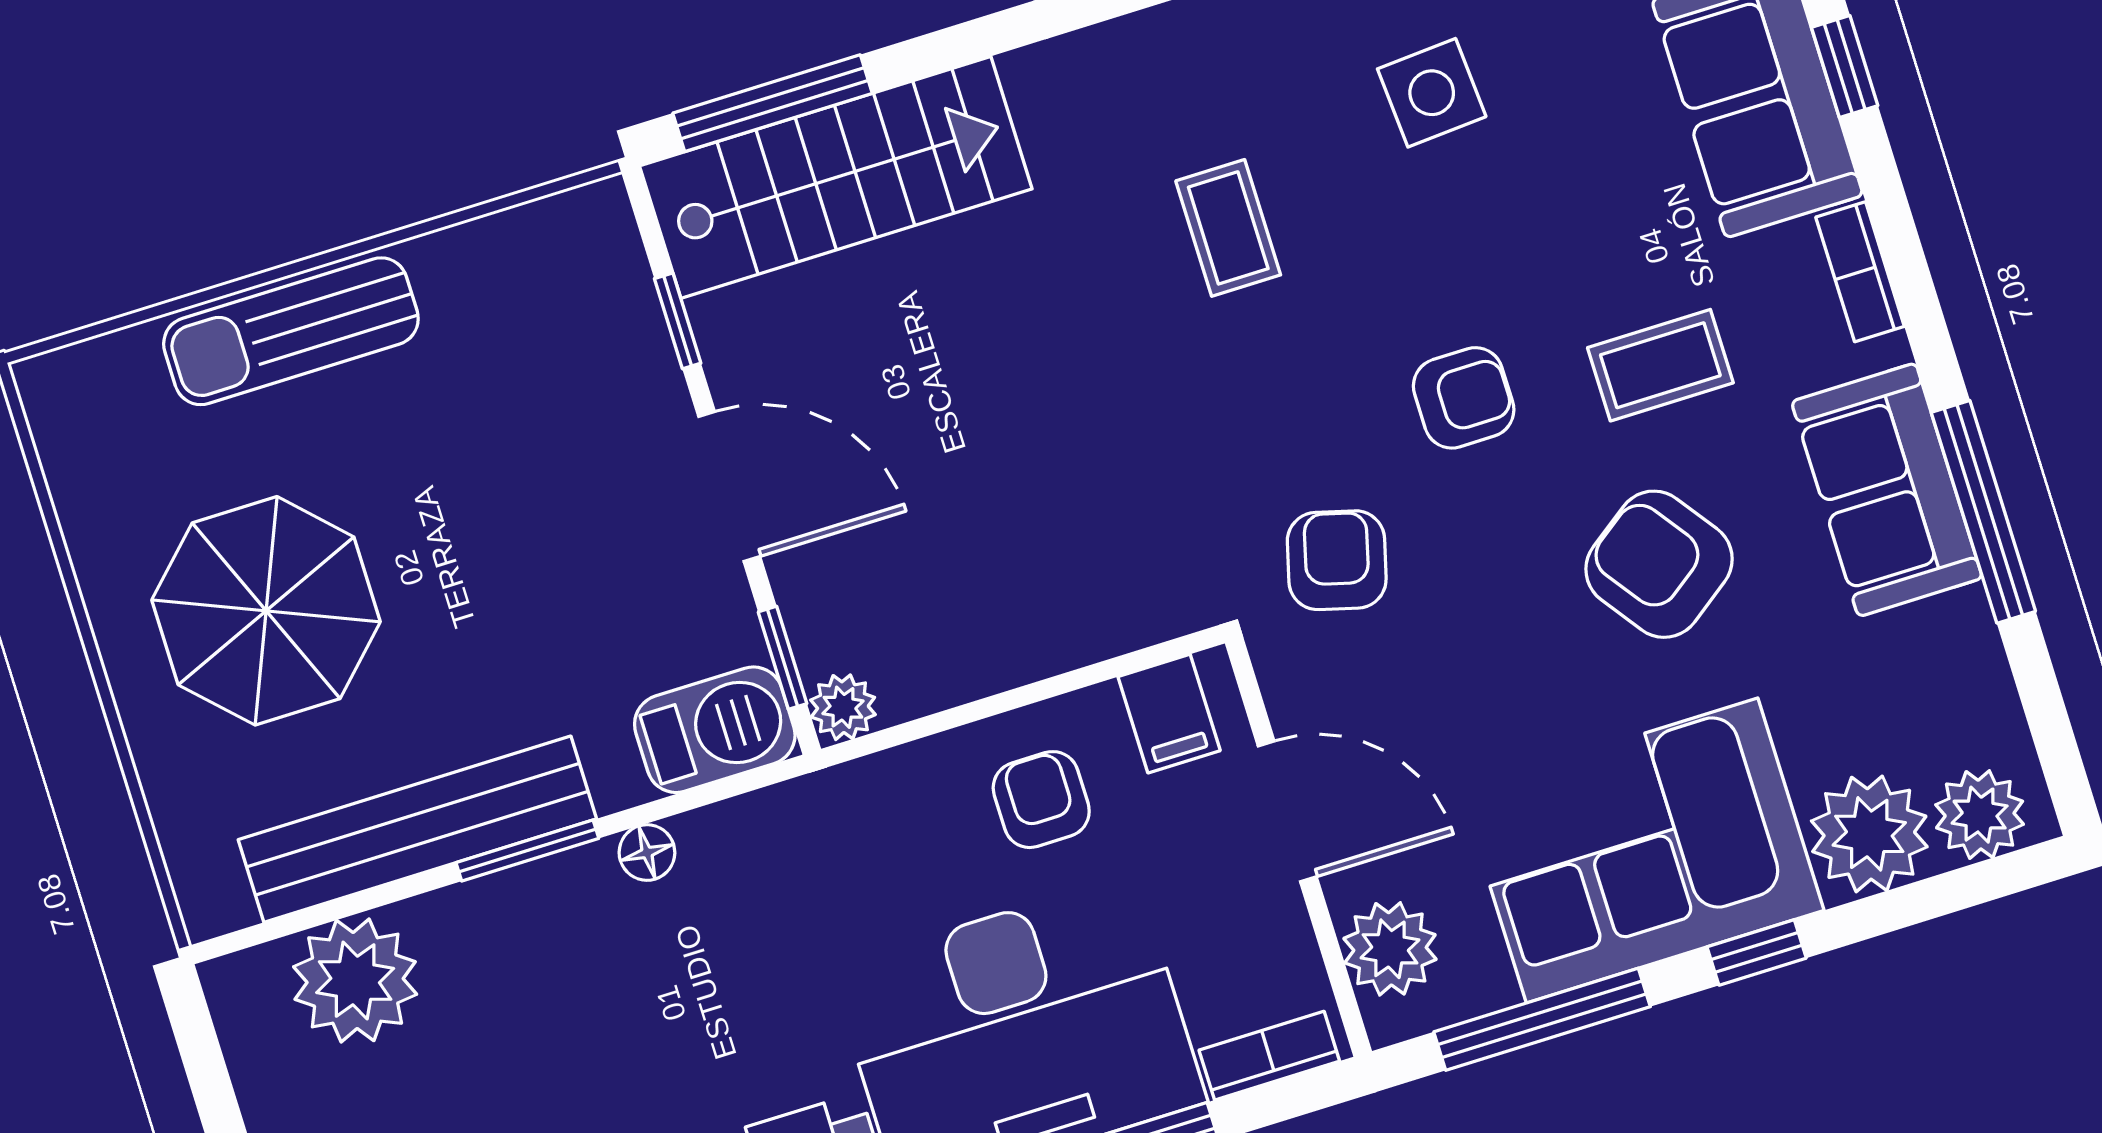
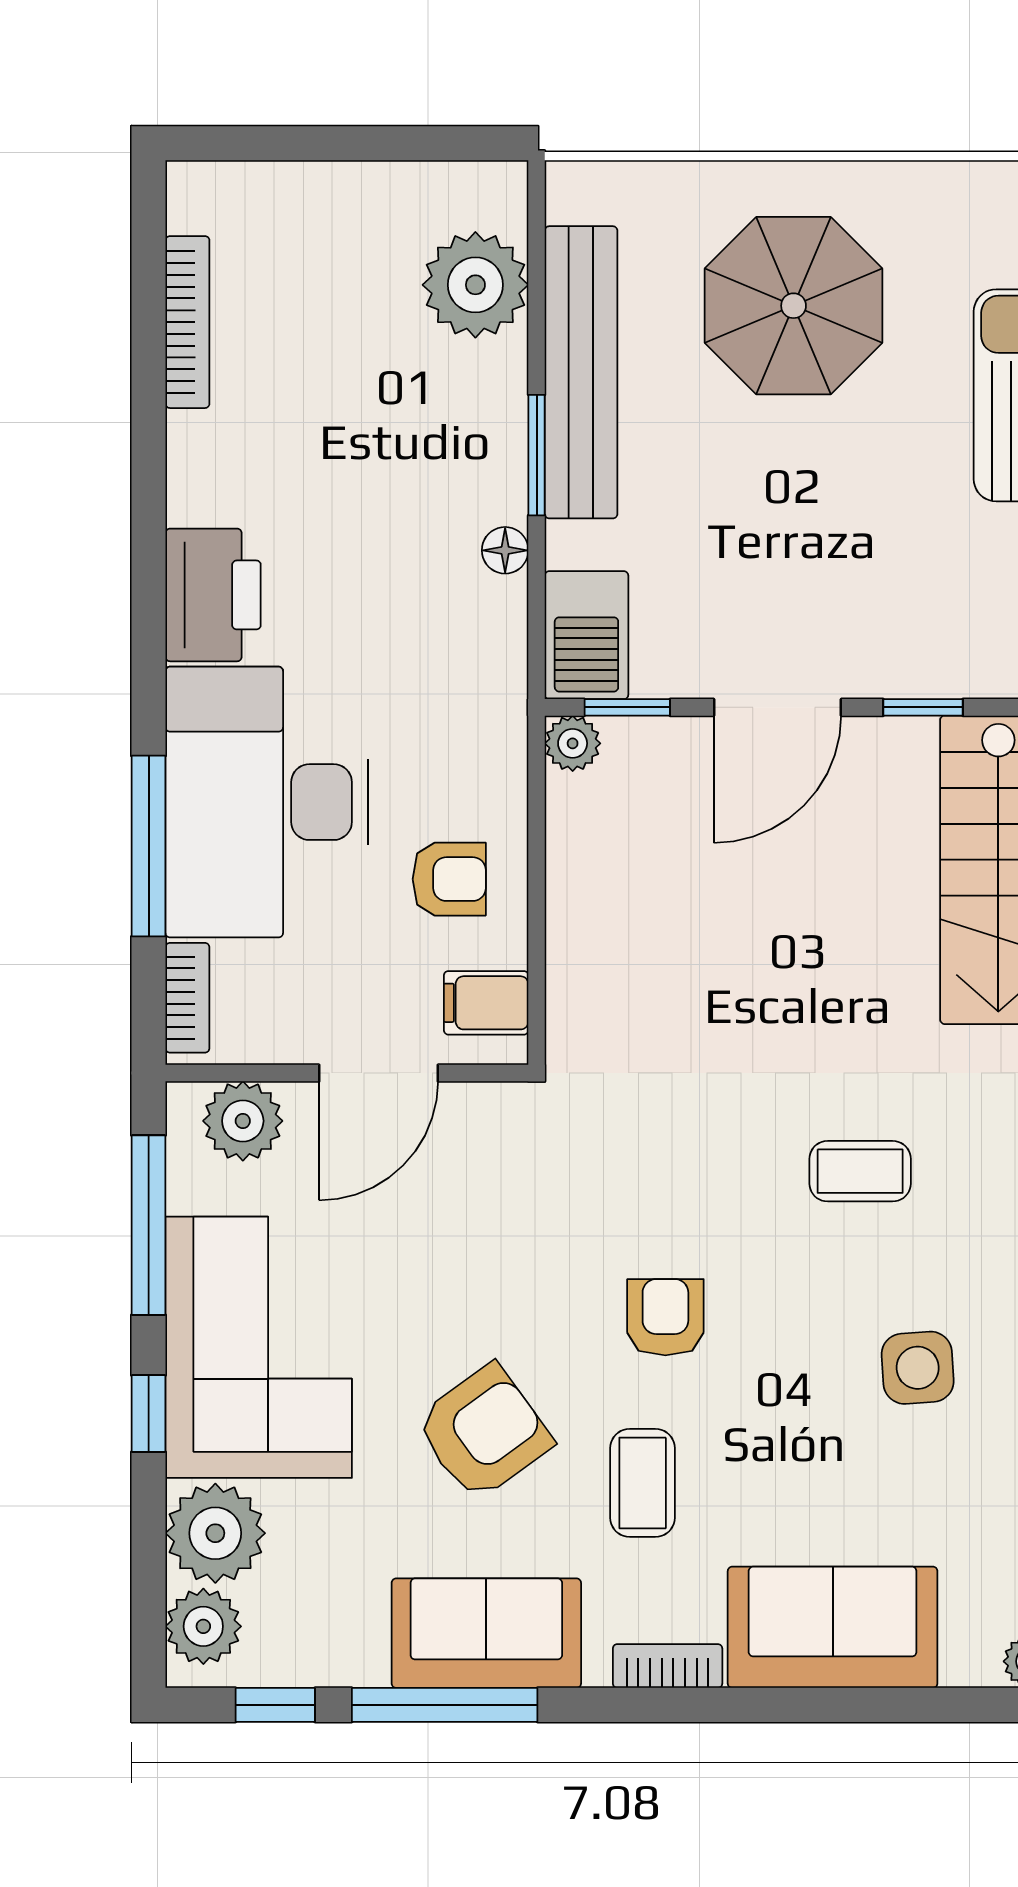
window: (1845, 67) -> (275, 1705), moved
armchair: (1464, 398) -> (665, 1317), turned 180
armchair: (1337, 560) -> (567, 1175), removed

